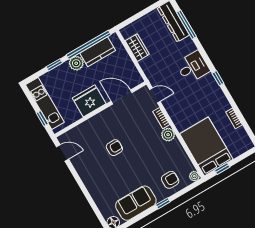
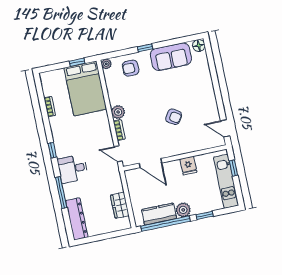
window: (186, 25) -> (61, 193), moved
fridge: (89, 101) -> (188, 166), width x0.53, depth x0.75
armchair: (114, 148) -> (174, 117), turned -148

